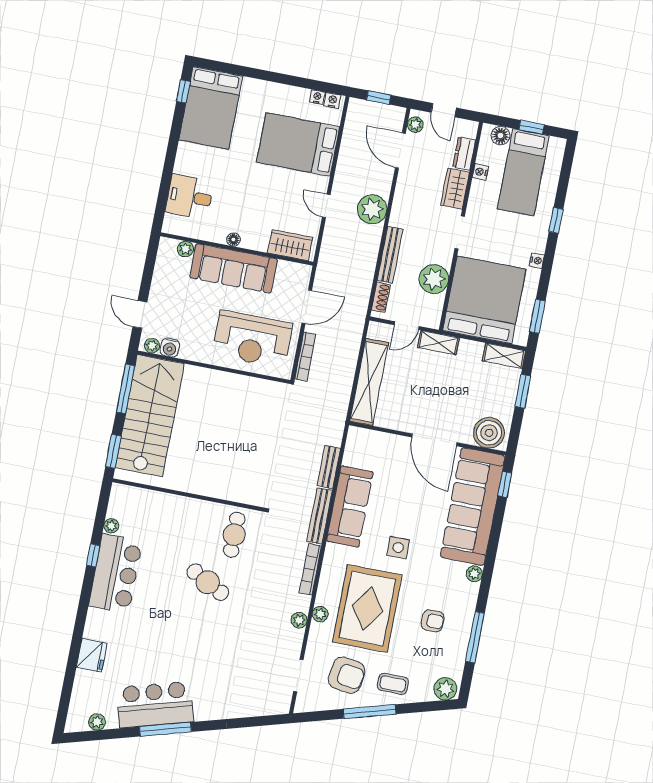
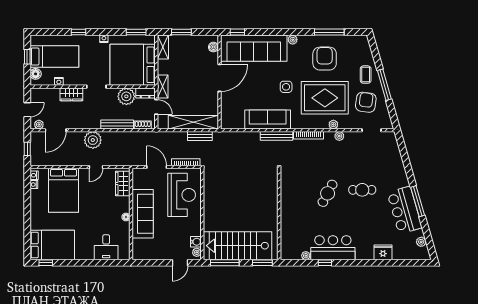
dresser: (464, 153) -> (145, 93), moved
plant: (185, 249) -> (137, 244), removed
boiler: (489, 433) -> (213, 47), width x0.54, depth x0.54
bench: (329, 467) -> (200, 136), moved
cafe table: (234, 535) -> (362, 190), moved
armchair: (433, 621) -> (325, 59), width x1.88, depth x1.88
plant: (445, 689) -> (363, 43), removed

